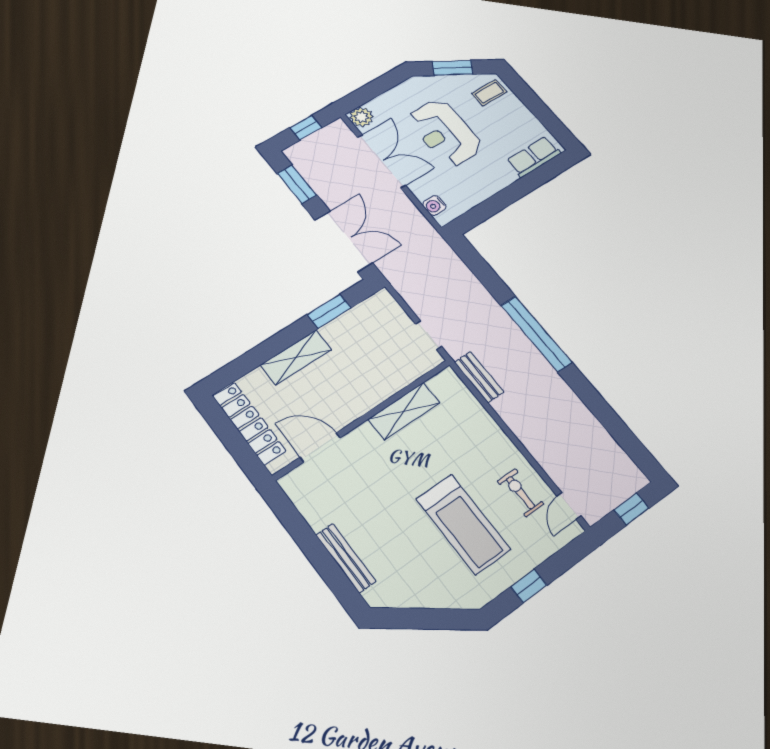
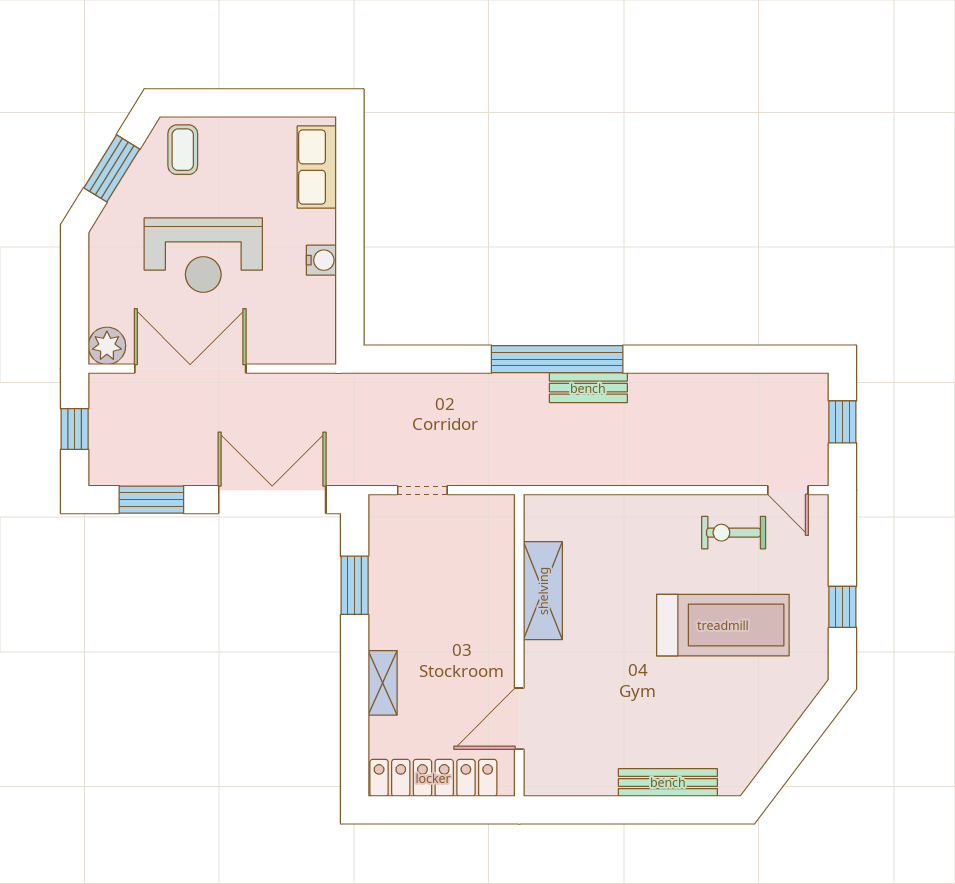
water cooler: (434, 206) -> (321, 260), moved, turned -90
doorway: (428, 335) -> (422, 490), moved
shelving: (296, 357) -> (383, 683), width x0.67, depth x0.75
bench: (479, 377) -> (588, 388), moved

